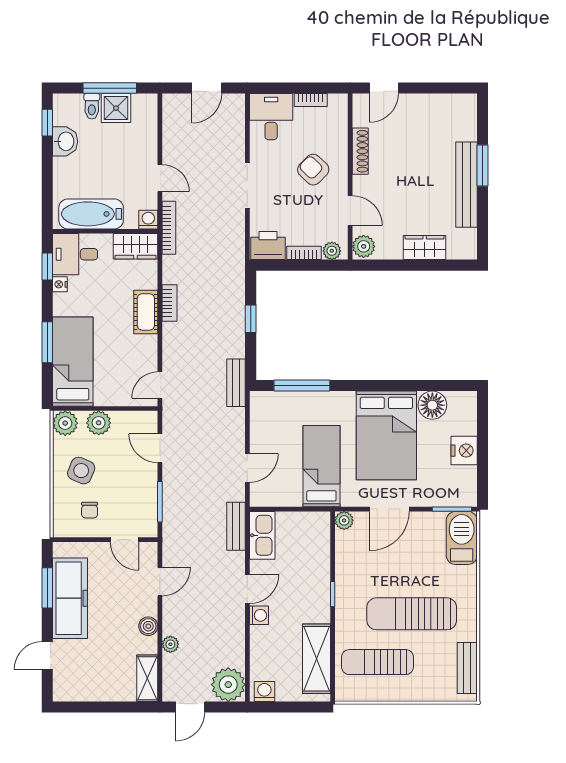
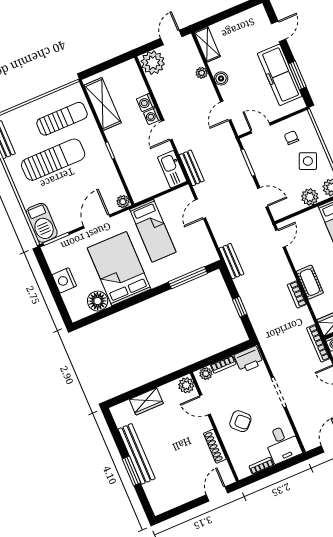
washing machine: (264, 691) -> (146, 103), moved, turned 90

